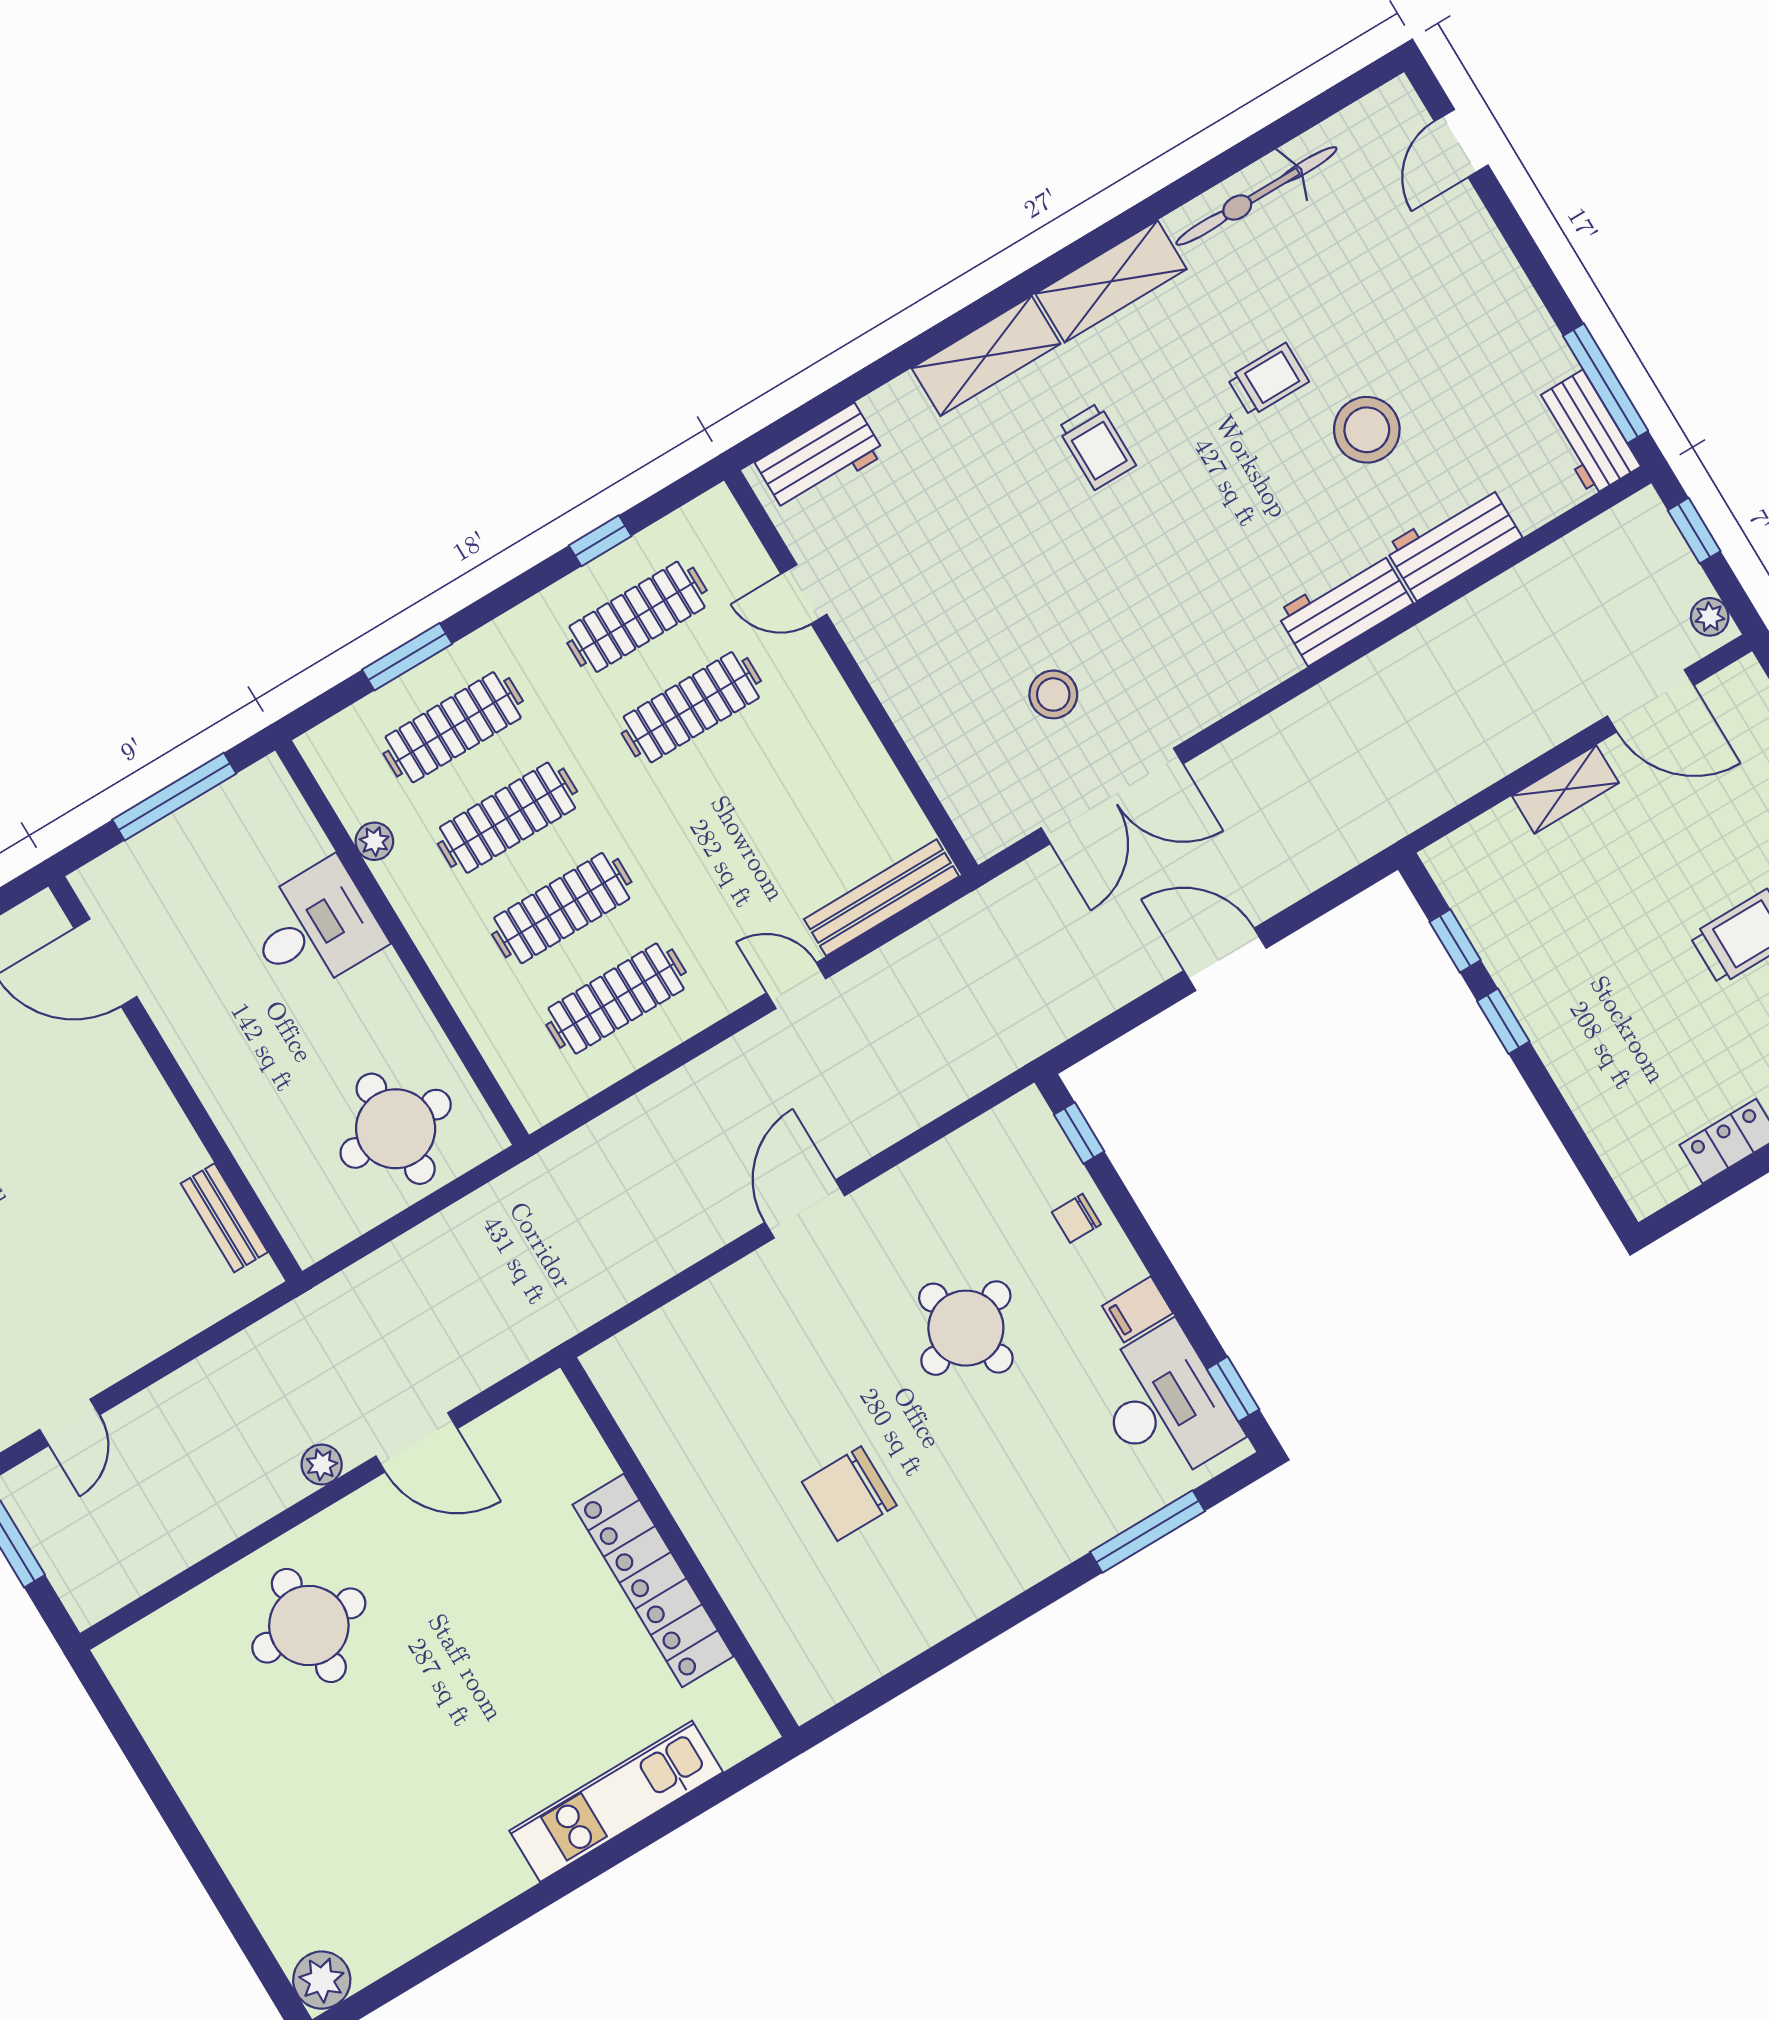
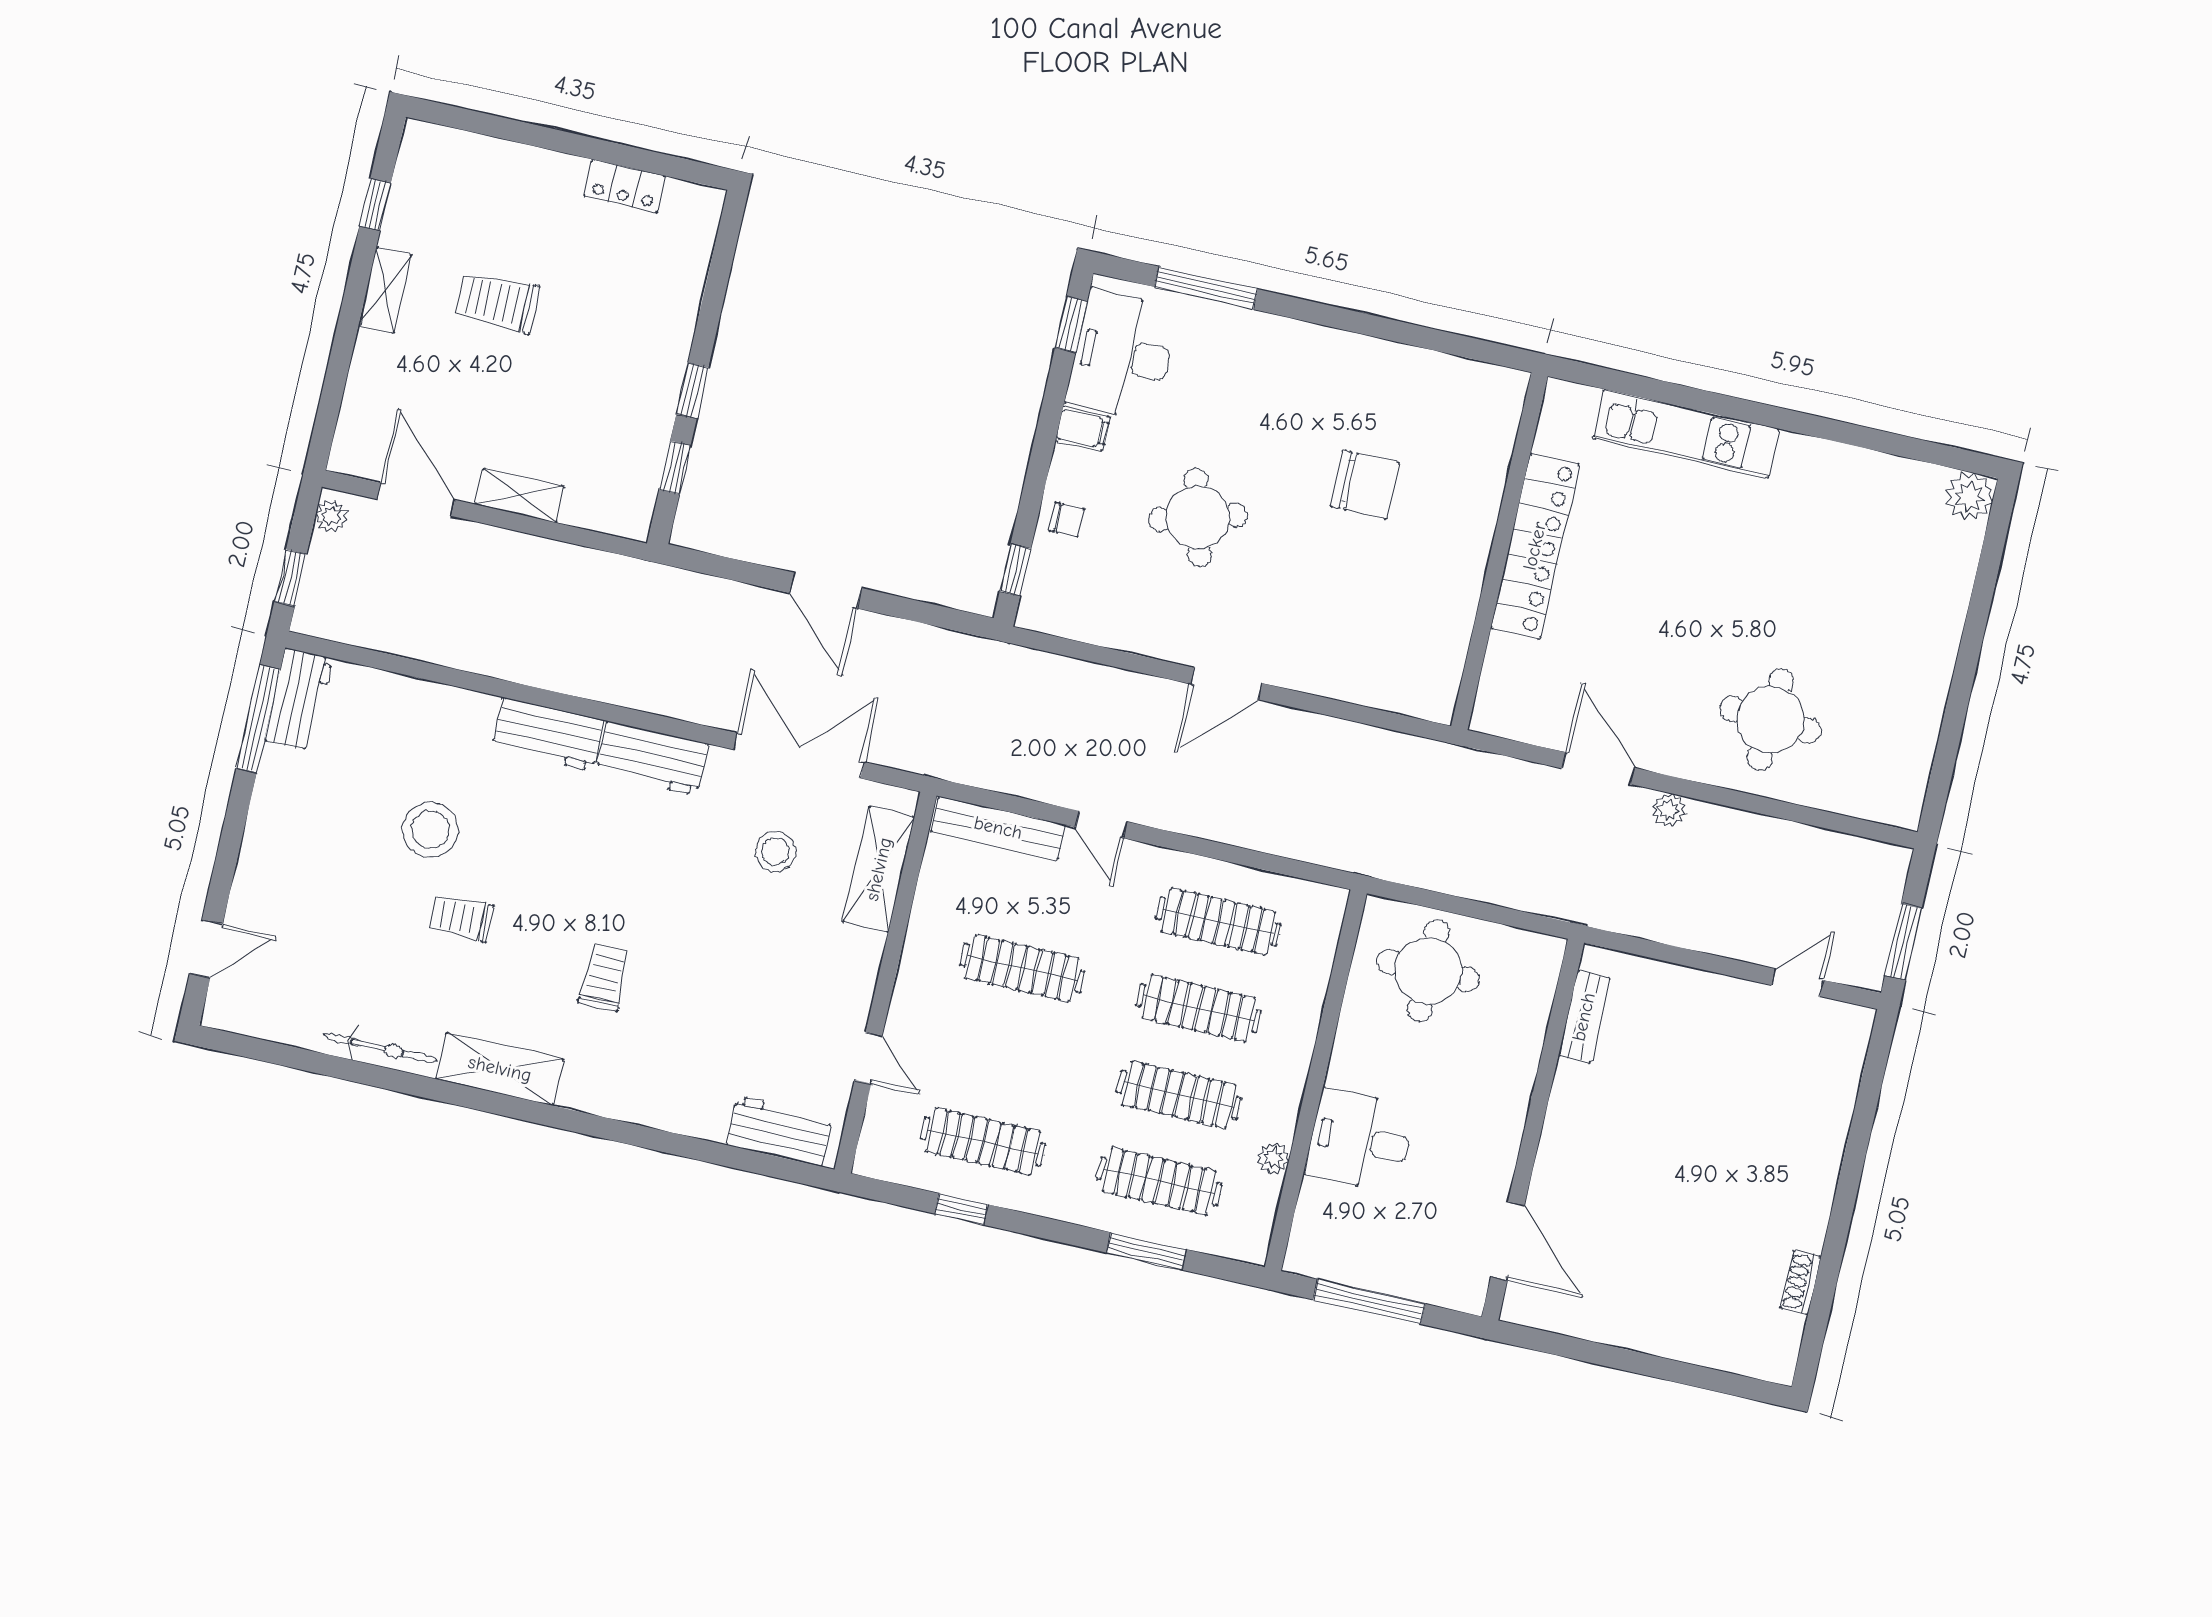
bicycle: (1256, 196) -> (380, 1048), width x0.73, depth x0.71
shelving: (986, 356) -> (879, 869), moved, turned 90
workbench: (1453, 542) -> (652, 758), moved
clothes rail: (691, 707) -> (1022, 968), moved

